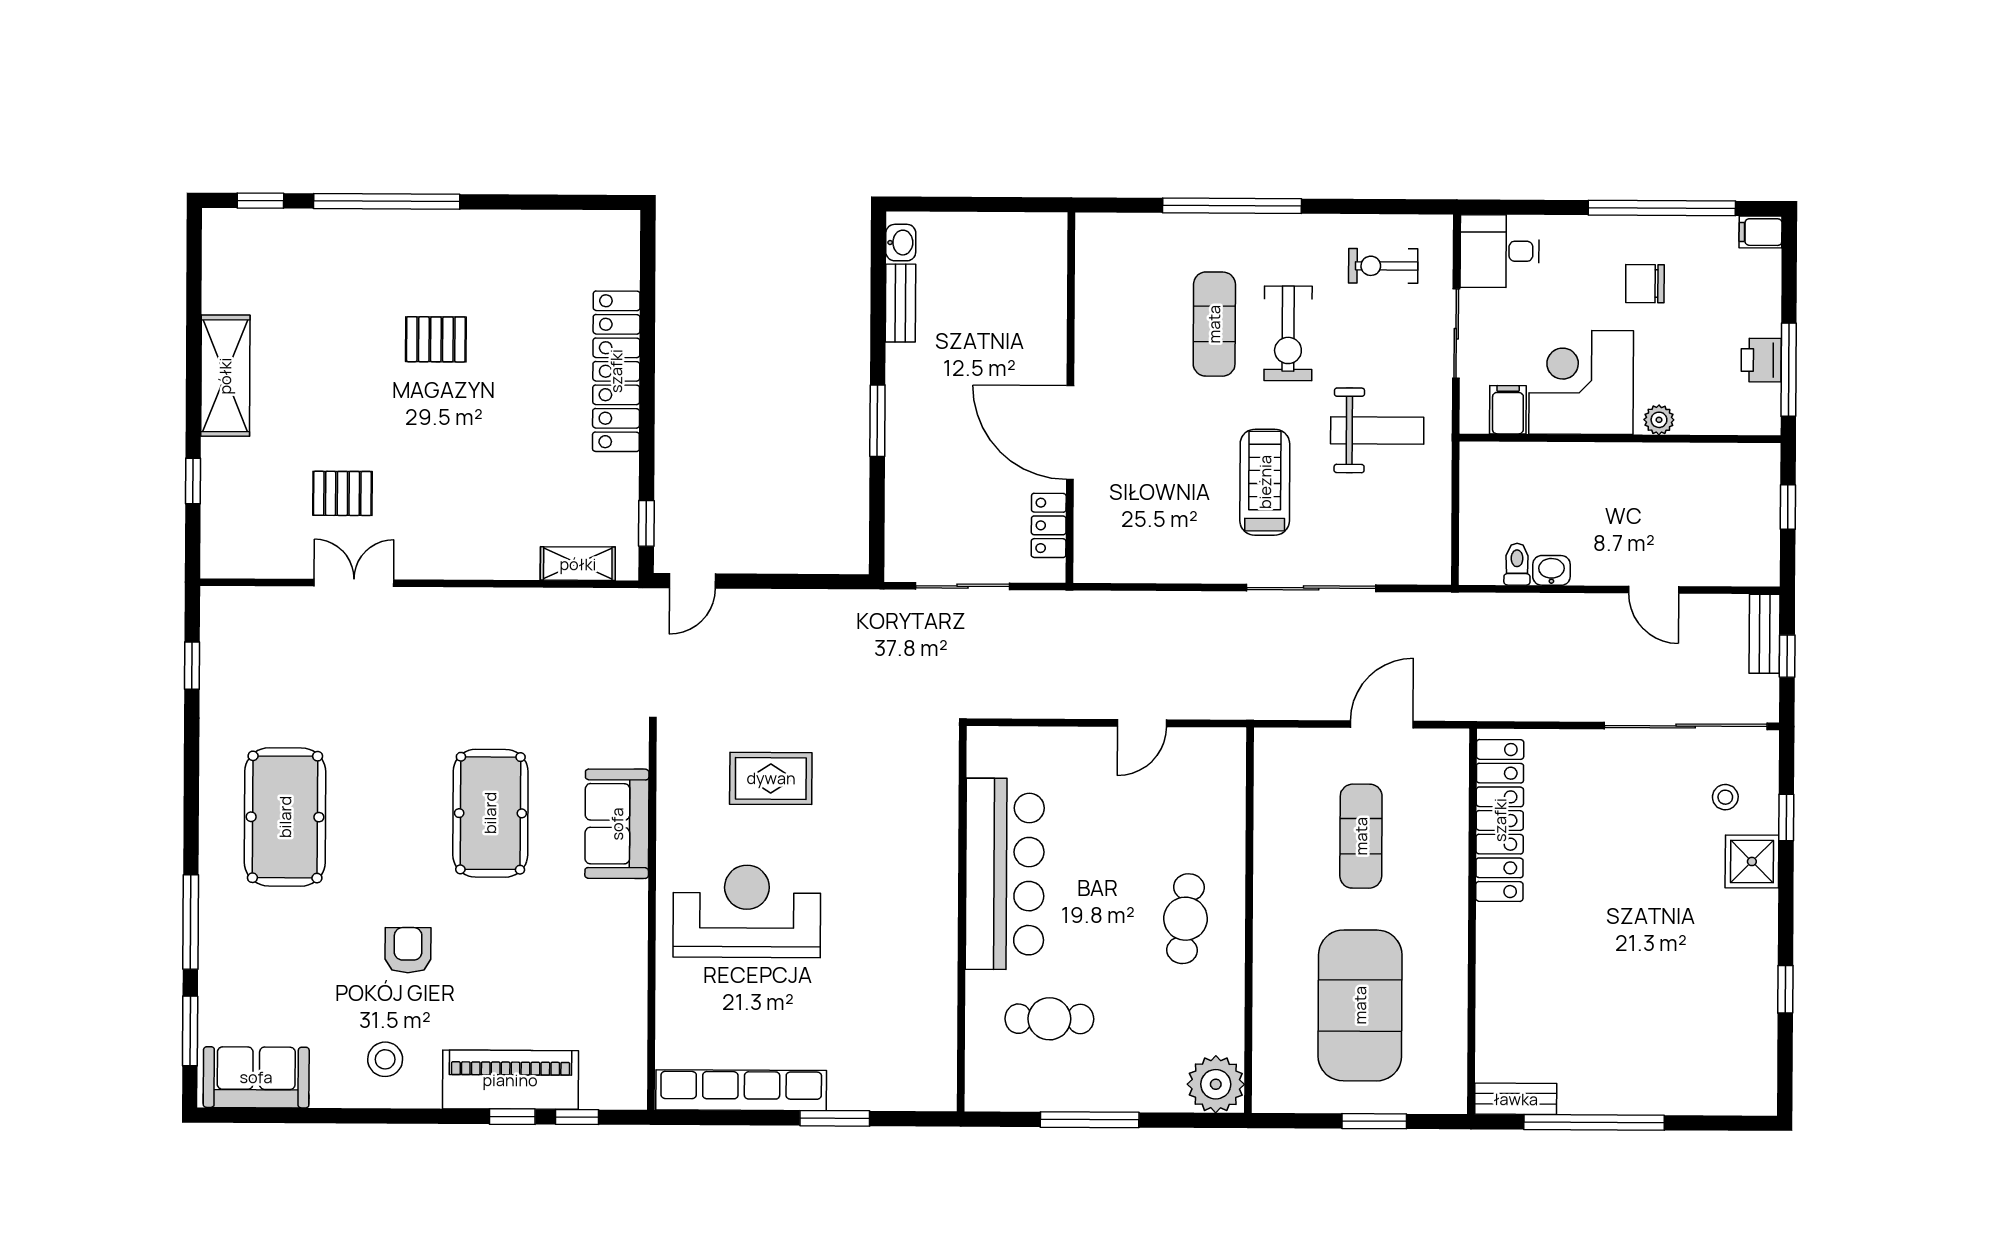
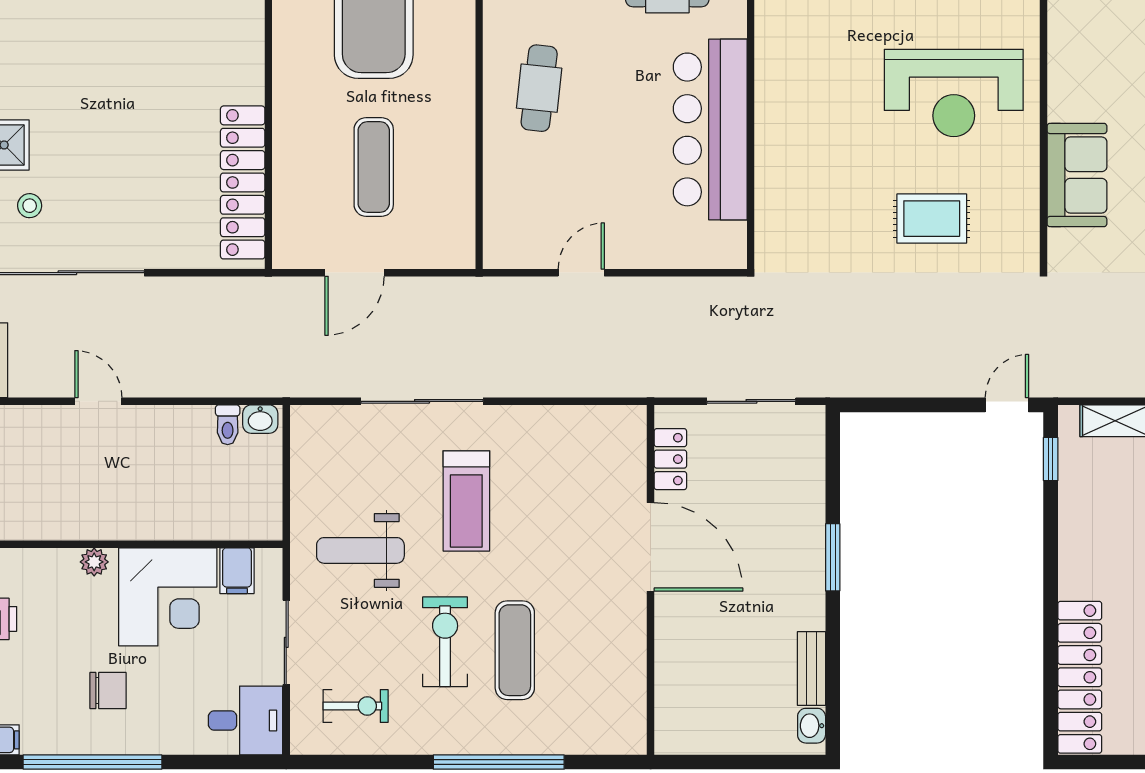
locker: (616, 371) -> (1080, 677), moved
washbasin: (1551, 570) -> (260, 419), moved

